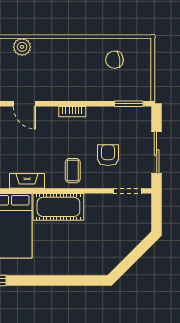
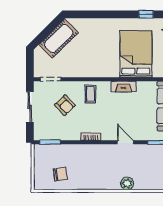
armchair: (108, 155) -> (65, 105), turned -44
cot: (58, 207) -> (59, 39), moved, turned -45

